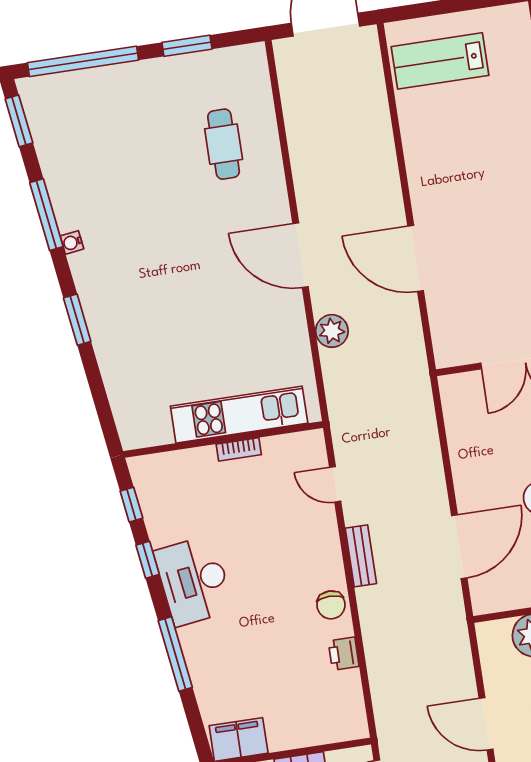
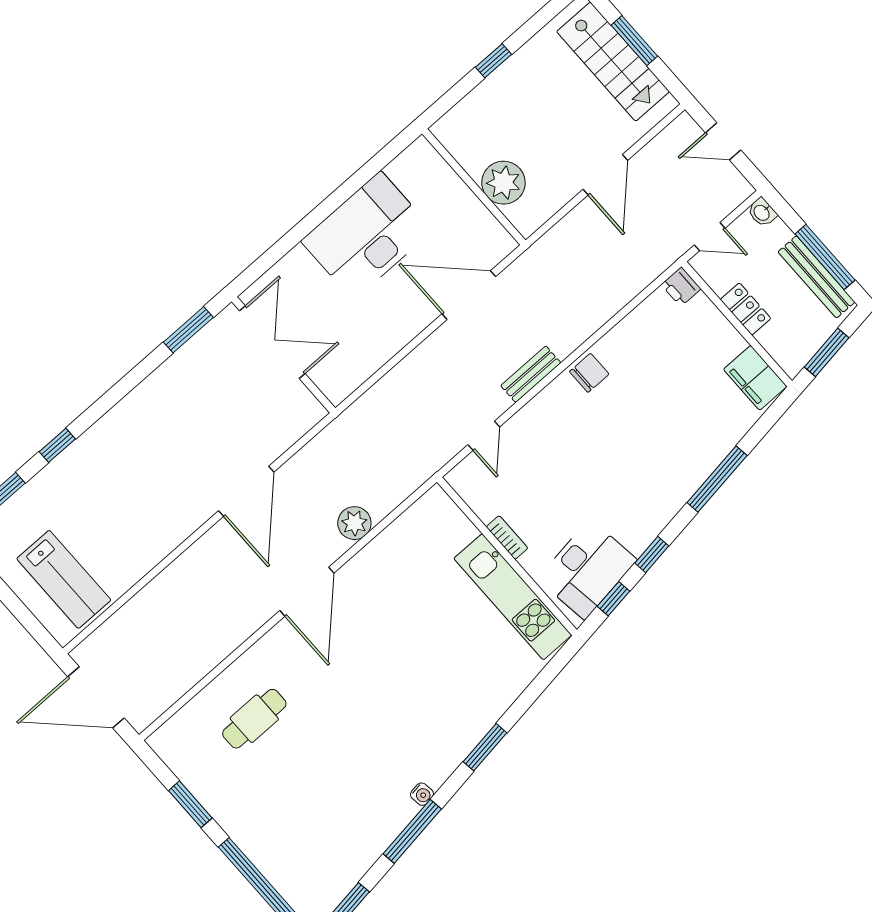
kitchen unit: (239, 415) -> (513, 597), moved
desk: (194, 581) -> (587, 569), moved
printer: (344, 654) -> (681, 287), moved, turned 90

